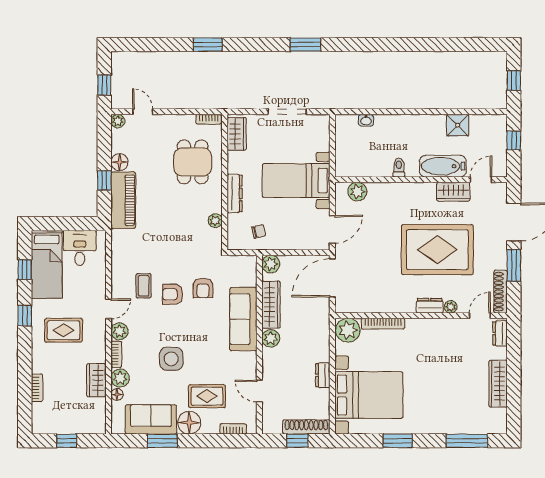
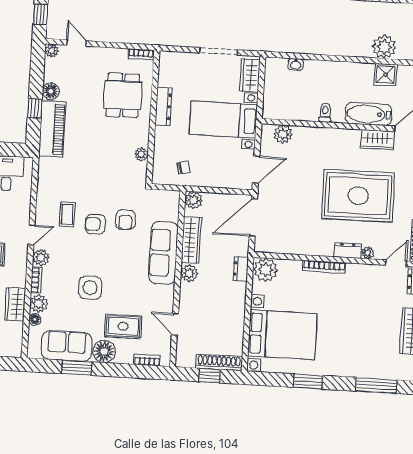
plant: (455, 97) -> (384, 47), added
wardrobe: (237, 134) -> (250, 75), moved, turned 180
dresser: (235, 193) -> (163, 107), moved
bookcase: (383, 324) -> (324, 267), moved
dresser: (323, 375) -> (241, 269), moved

